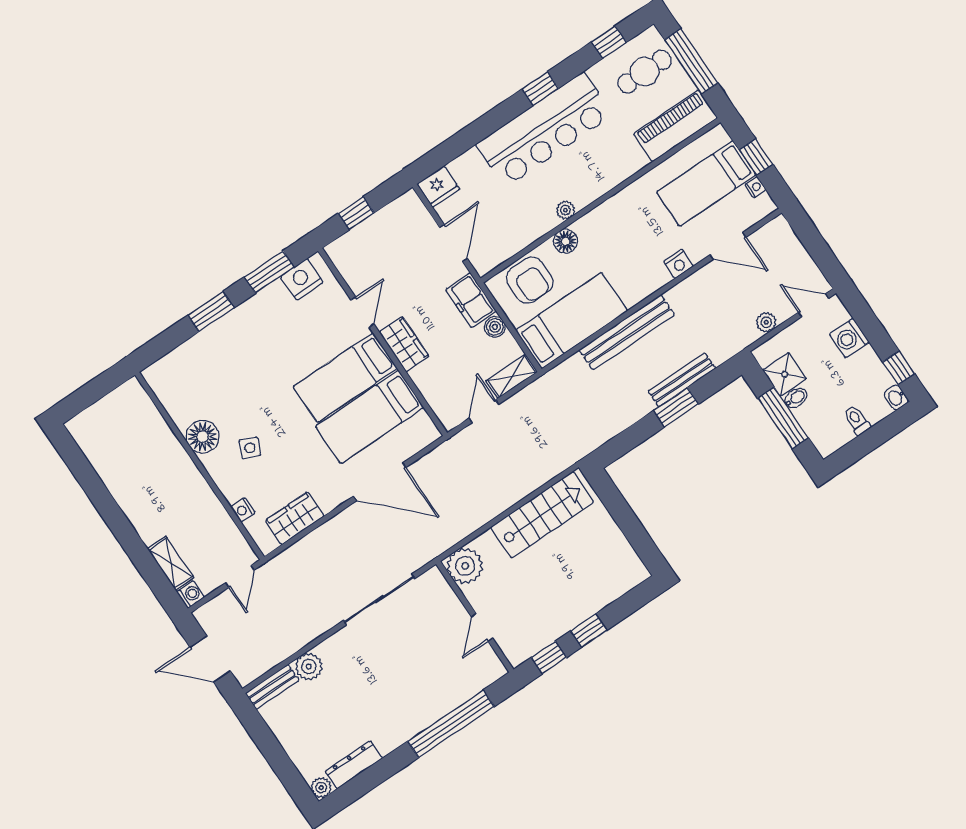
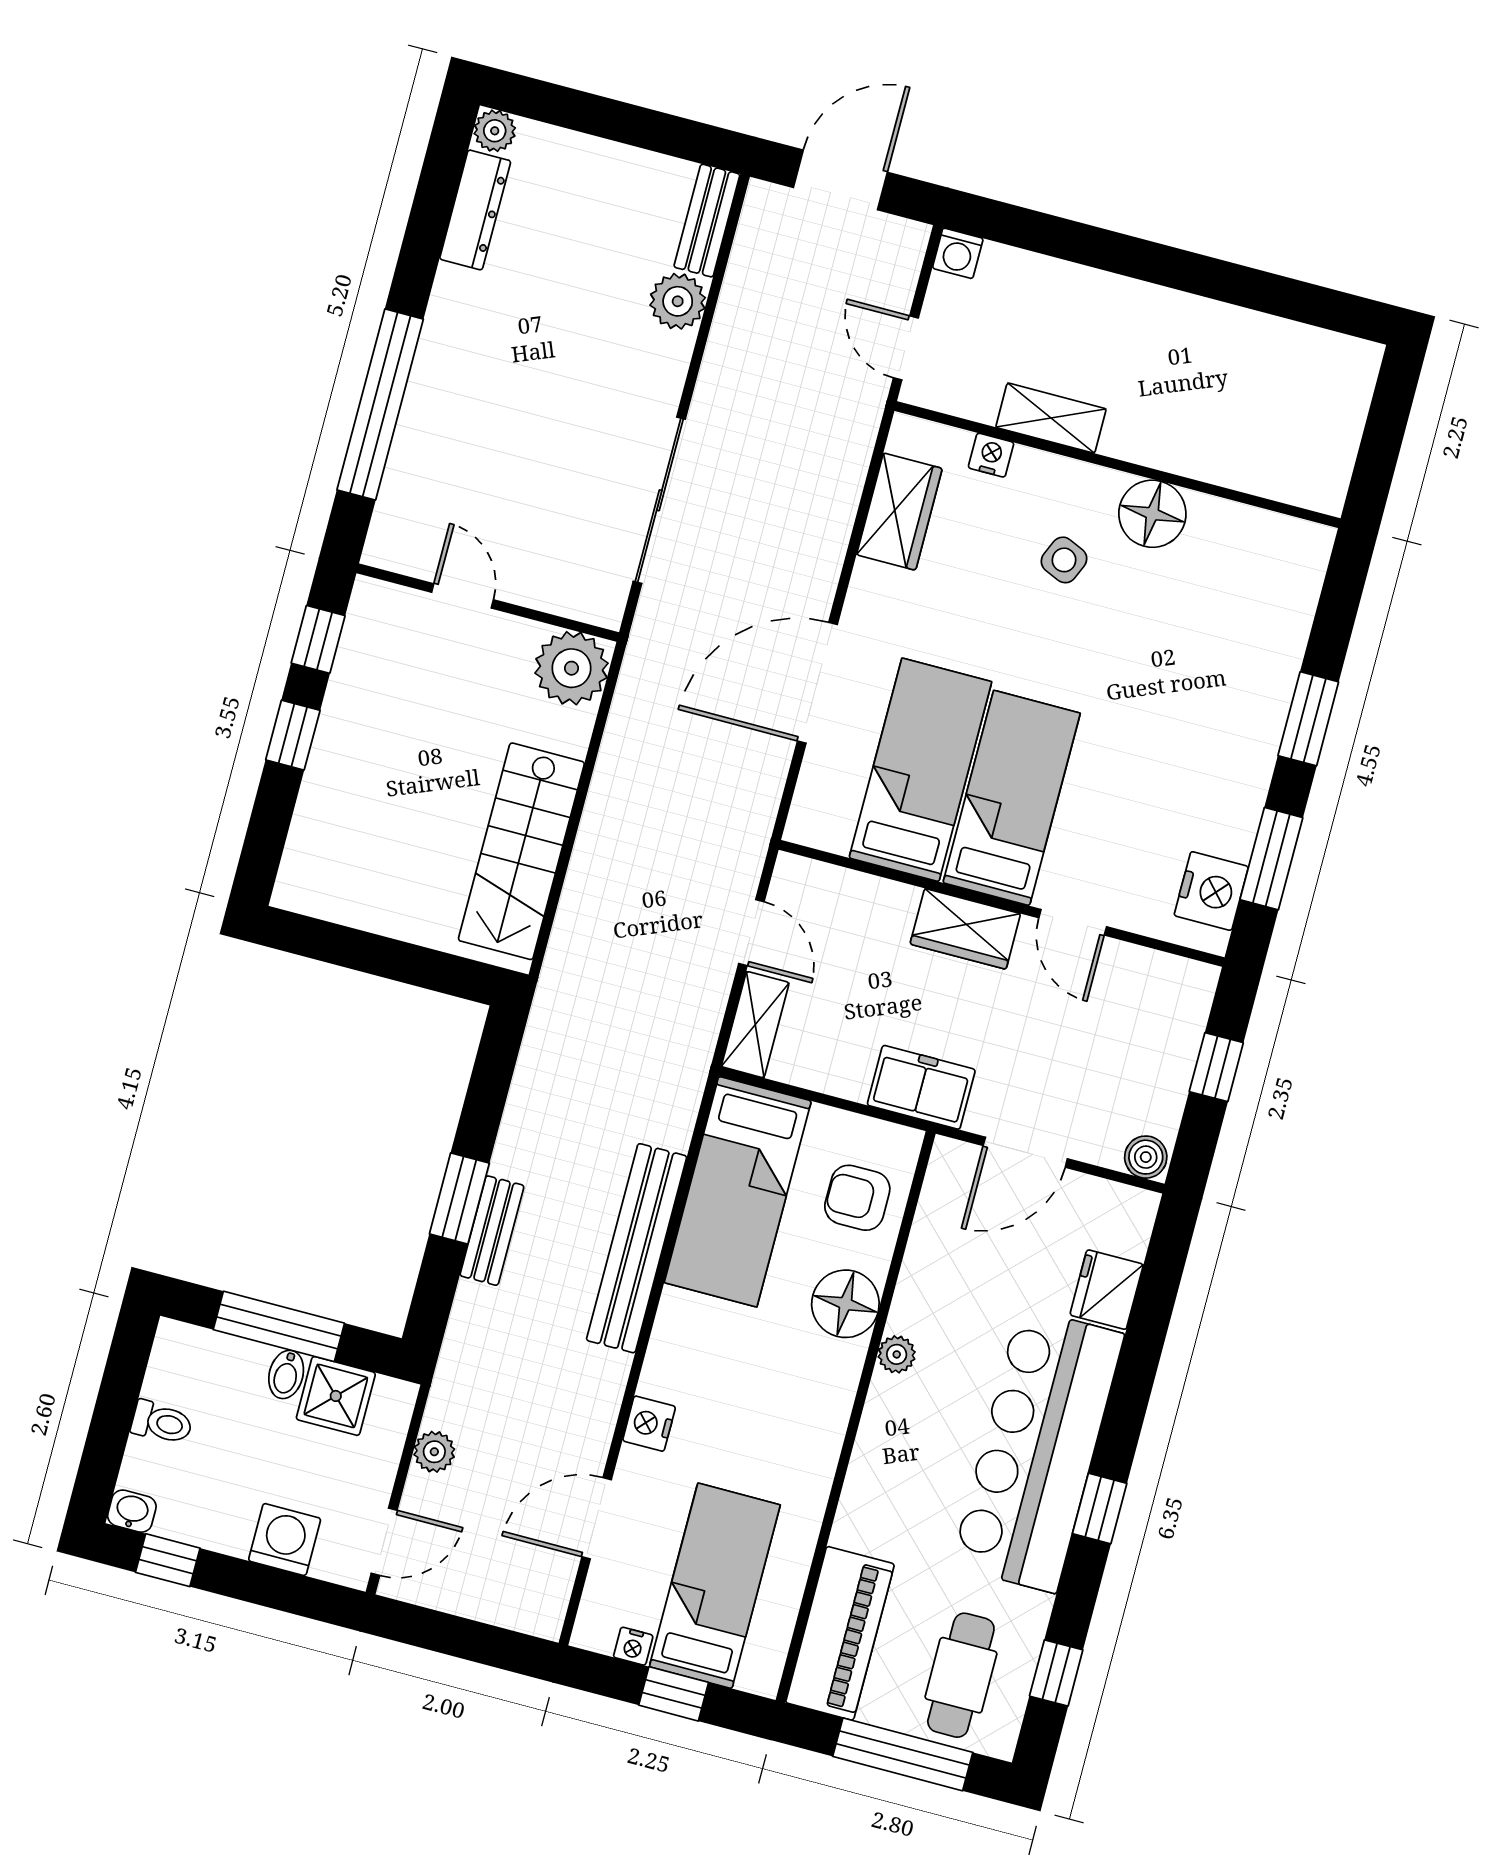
fridge: (438, 187) -> (1107, 1290), moved
floor lamp: (566, 241) -> (845, 1304), width x1.38, depth x1.38
door: (454, 243) -> (1025, 1152), hinge flipped
armchair: (530, 280) -> (857, 1198), width x0.72, depth x0.72
boiler: (495, 327) -> (1146, 1157), moved
bench: (682, 380) -> (492, 1231), width x0.73
shelving: (171, 563) -> (1051, 418), moved

